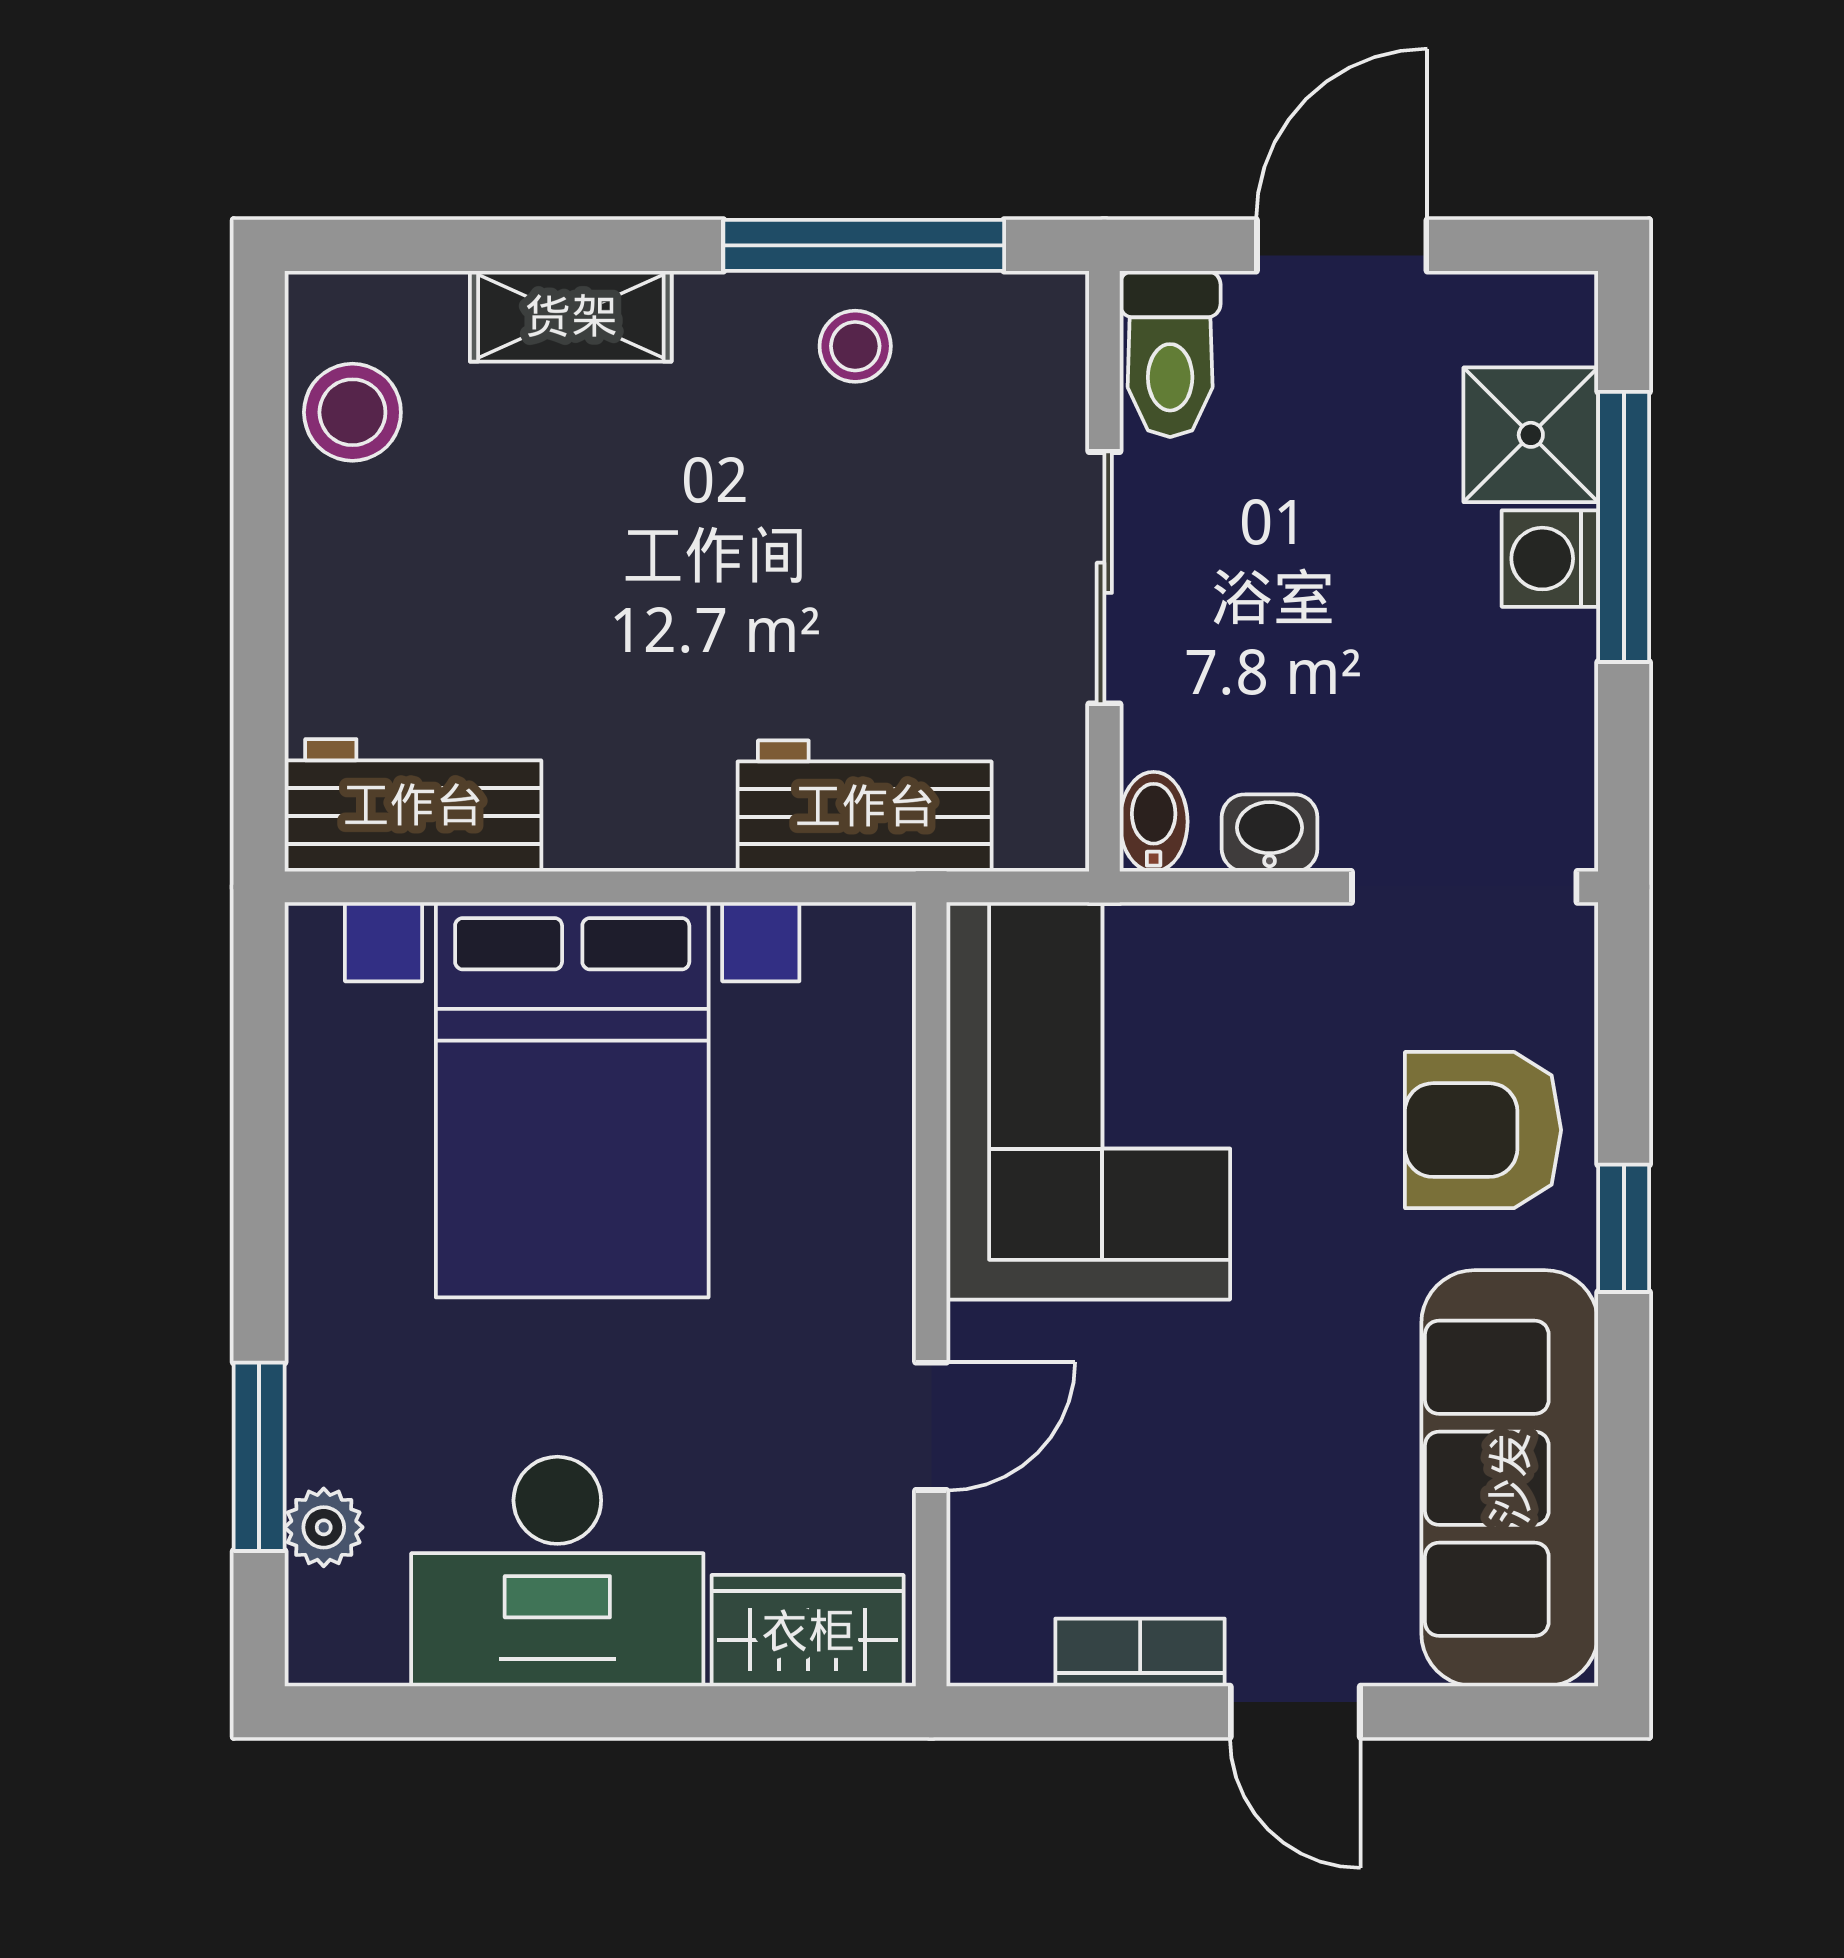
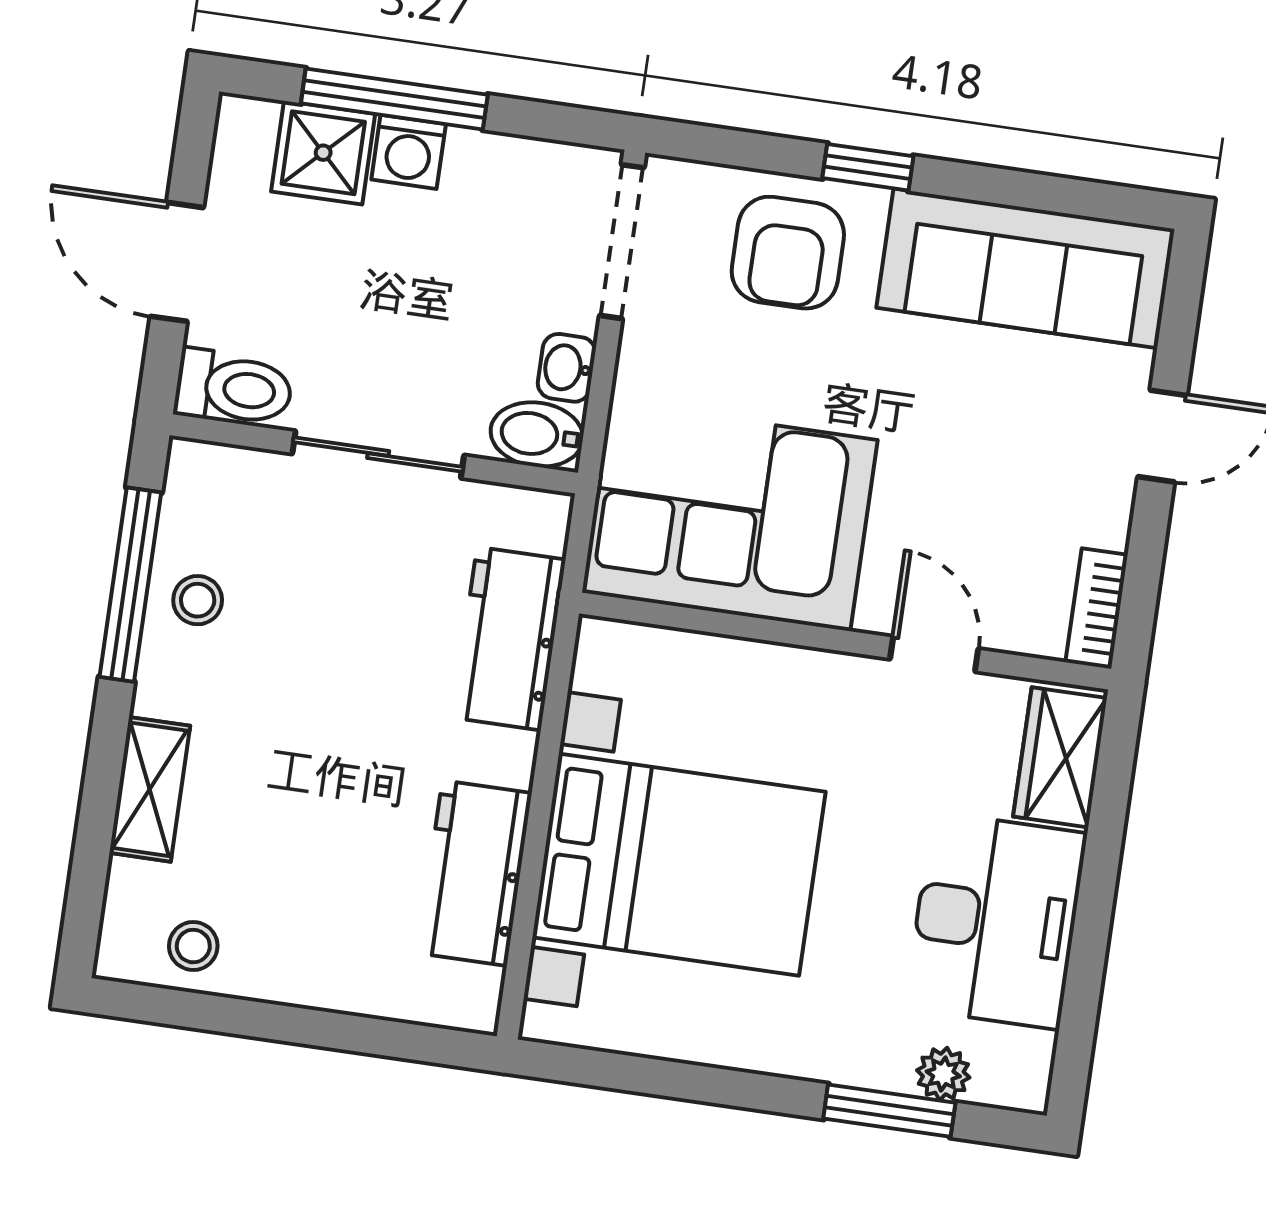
stool: (352, 412) -> (193, 946), width x0.73, depth x0.73
workbench: (413, 805) -> (475, 873), moved
bidet: (1154, 822) -> (537, 434), width x1.38, depth x1.36
bookcase: (1140, 1652) -> (1097, 608), moved

